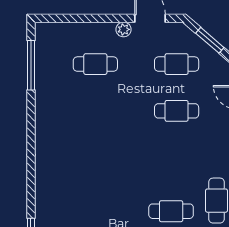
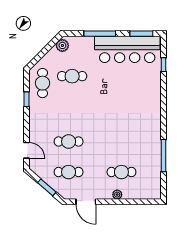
plant: (124, 29) -> (117, 195), moved
window: (31, 65) -> (163, 156), moved

